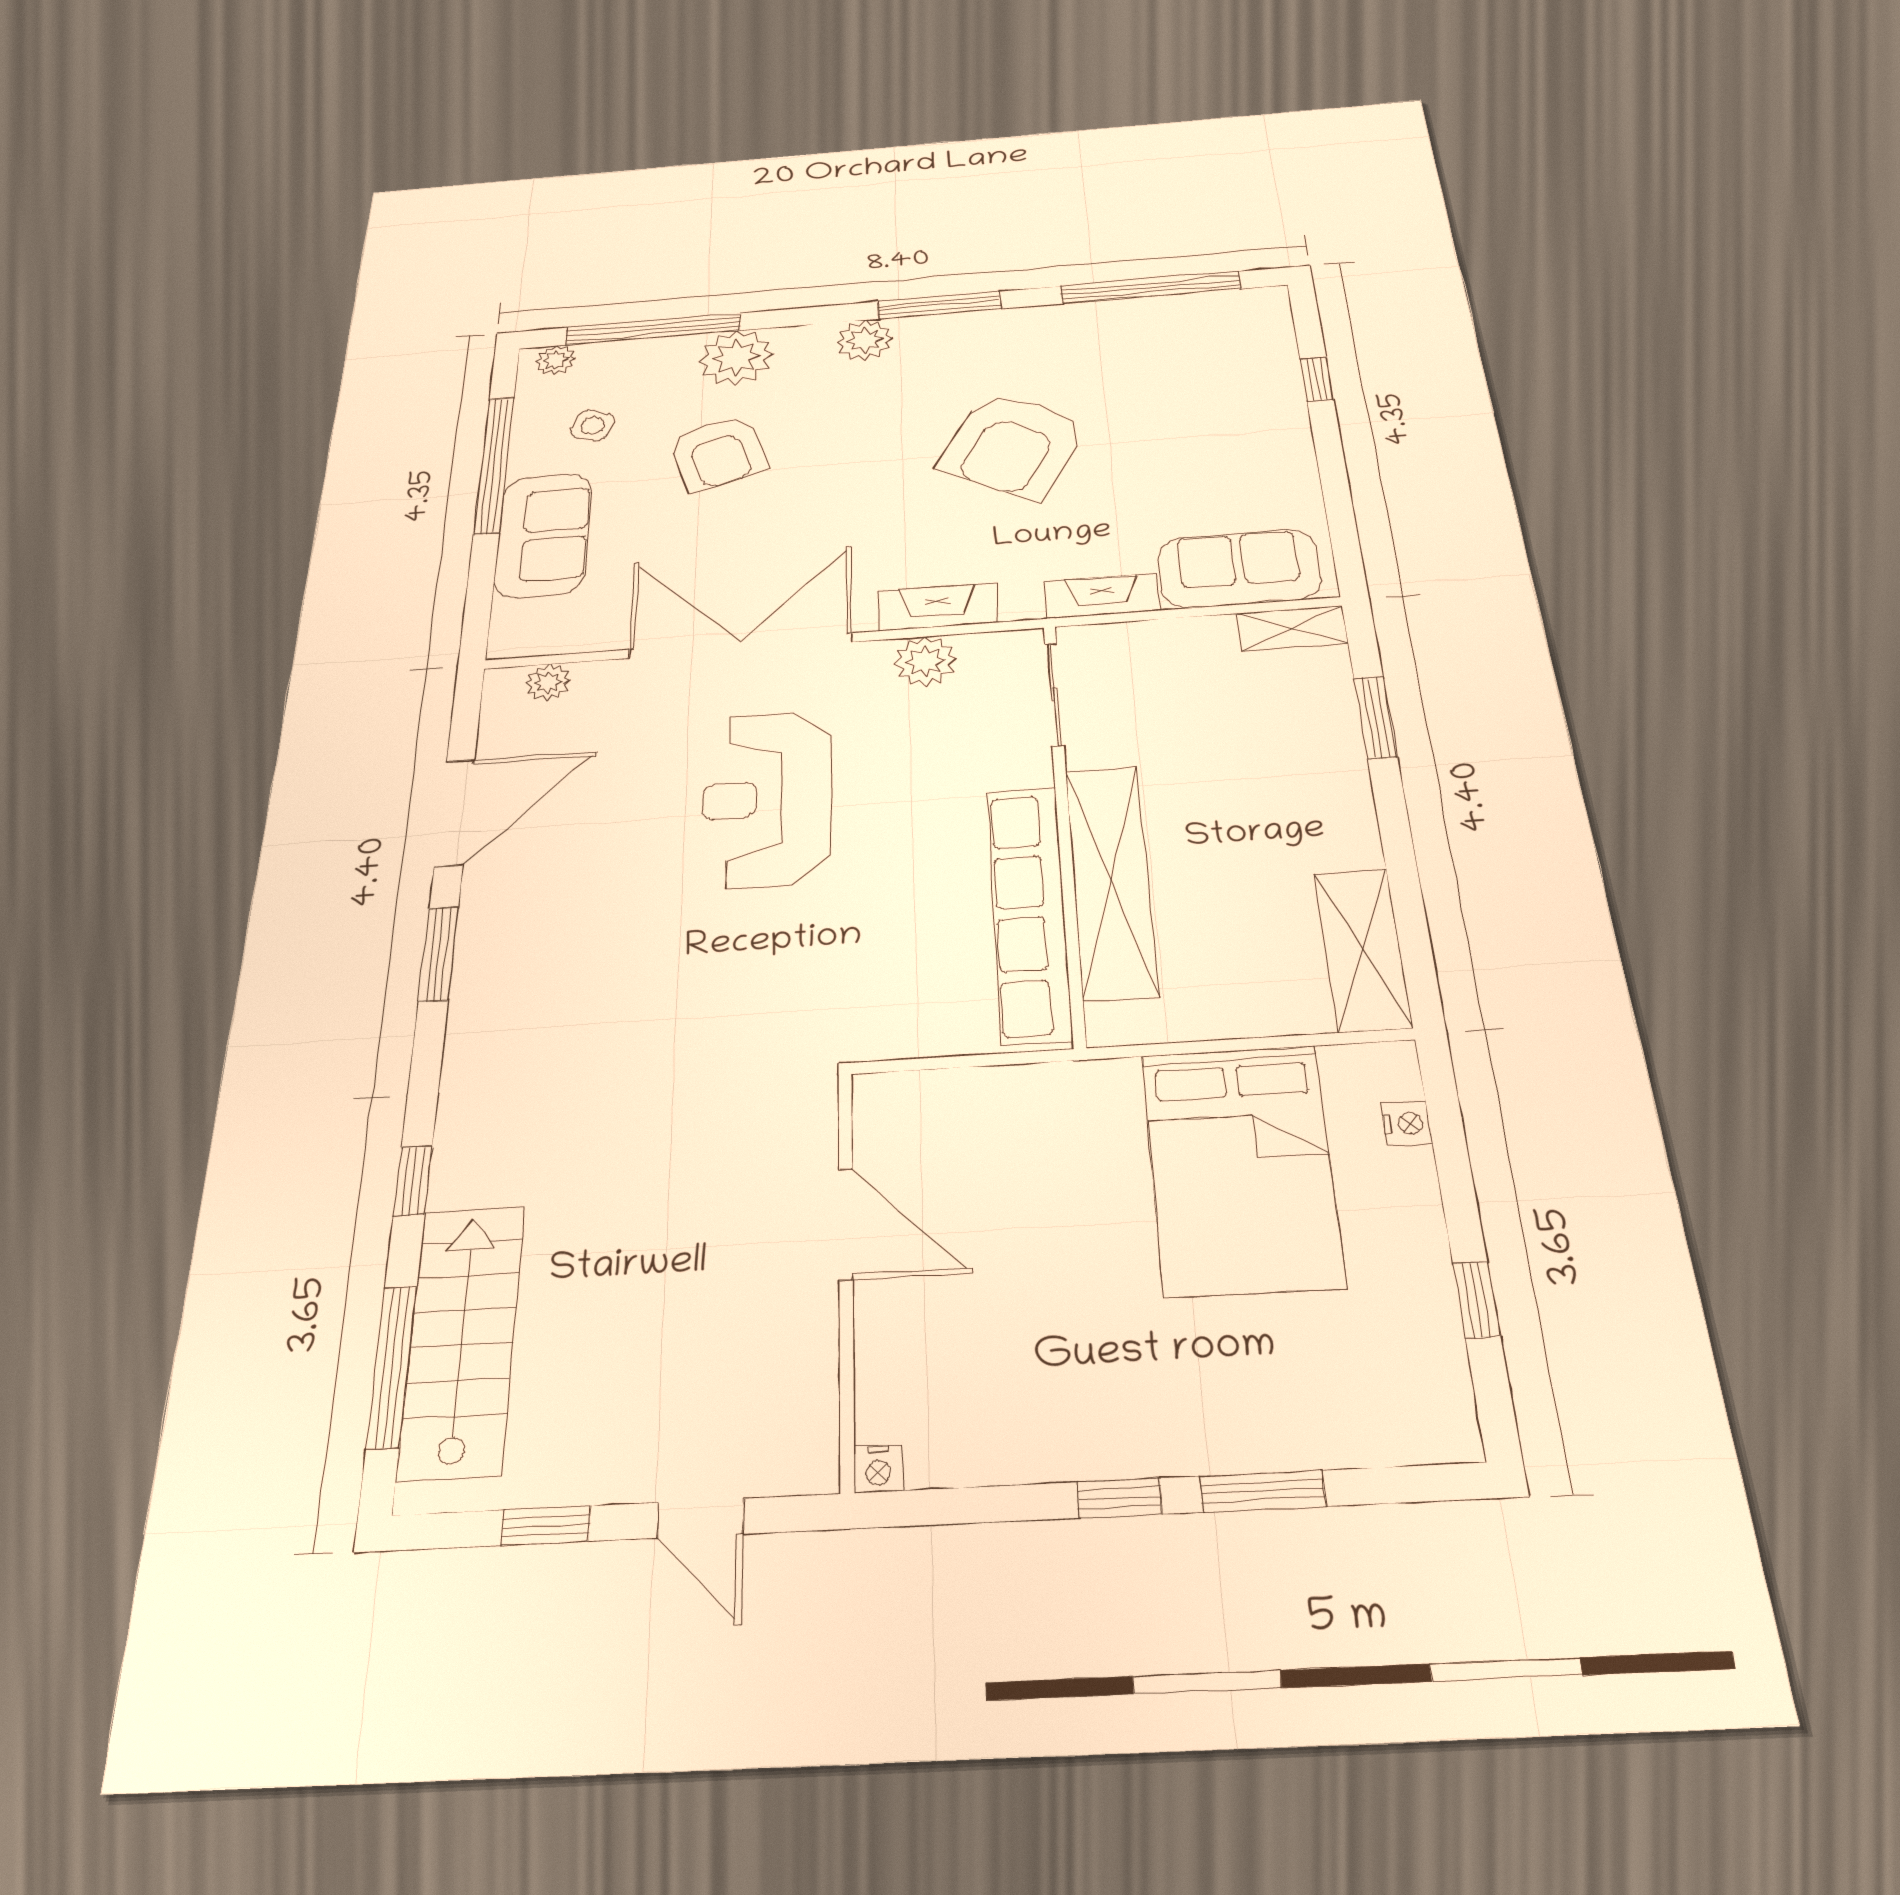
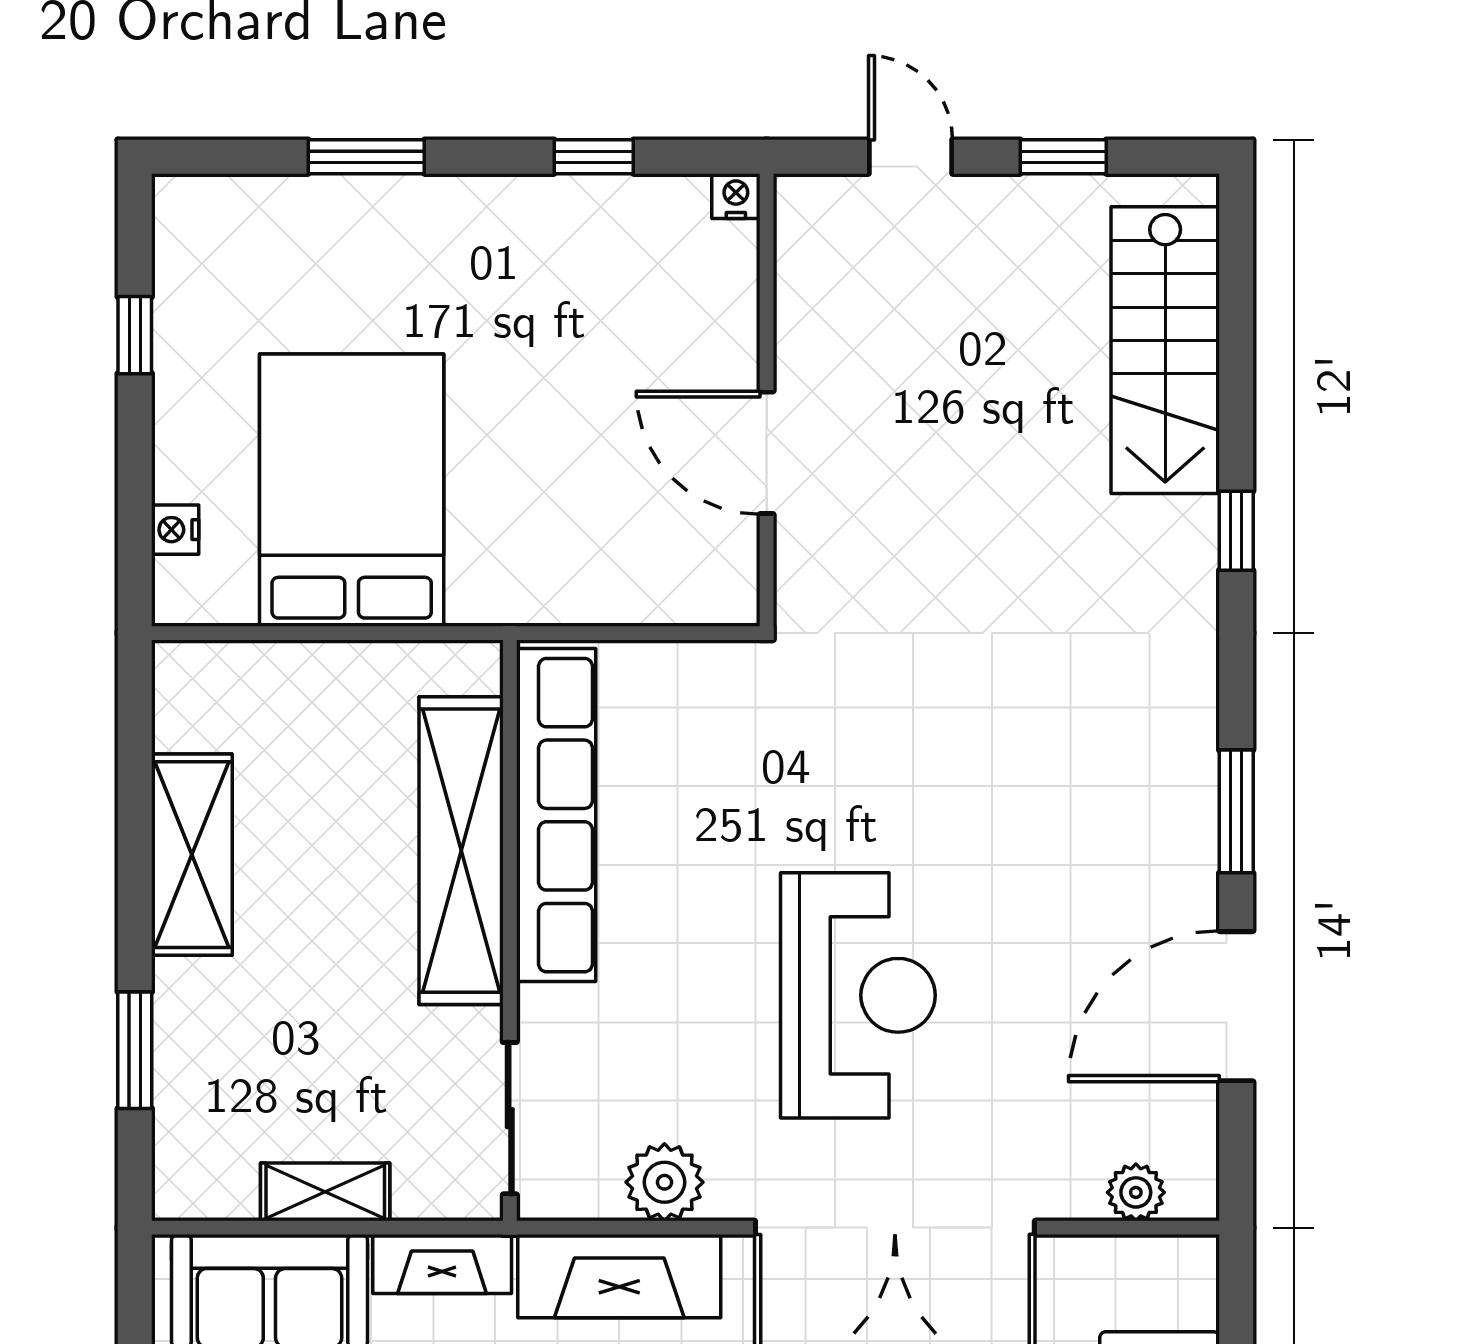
fireplace: (938, 607) -> (619, 1276), width x1.37, depth x1.32
shelving: (1292, 628) -> (325, 1192), moved
shelving: (1363, 949) -> (192, 855), moved
window: (392, 1366) -> (1236, 325), removed
window: (1119, 1498) -> (594, 157), moved

